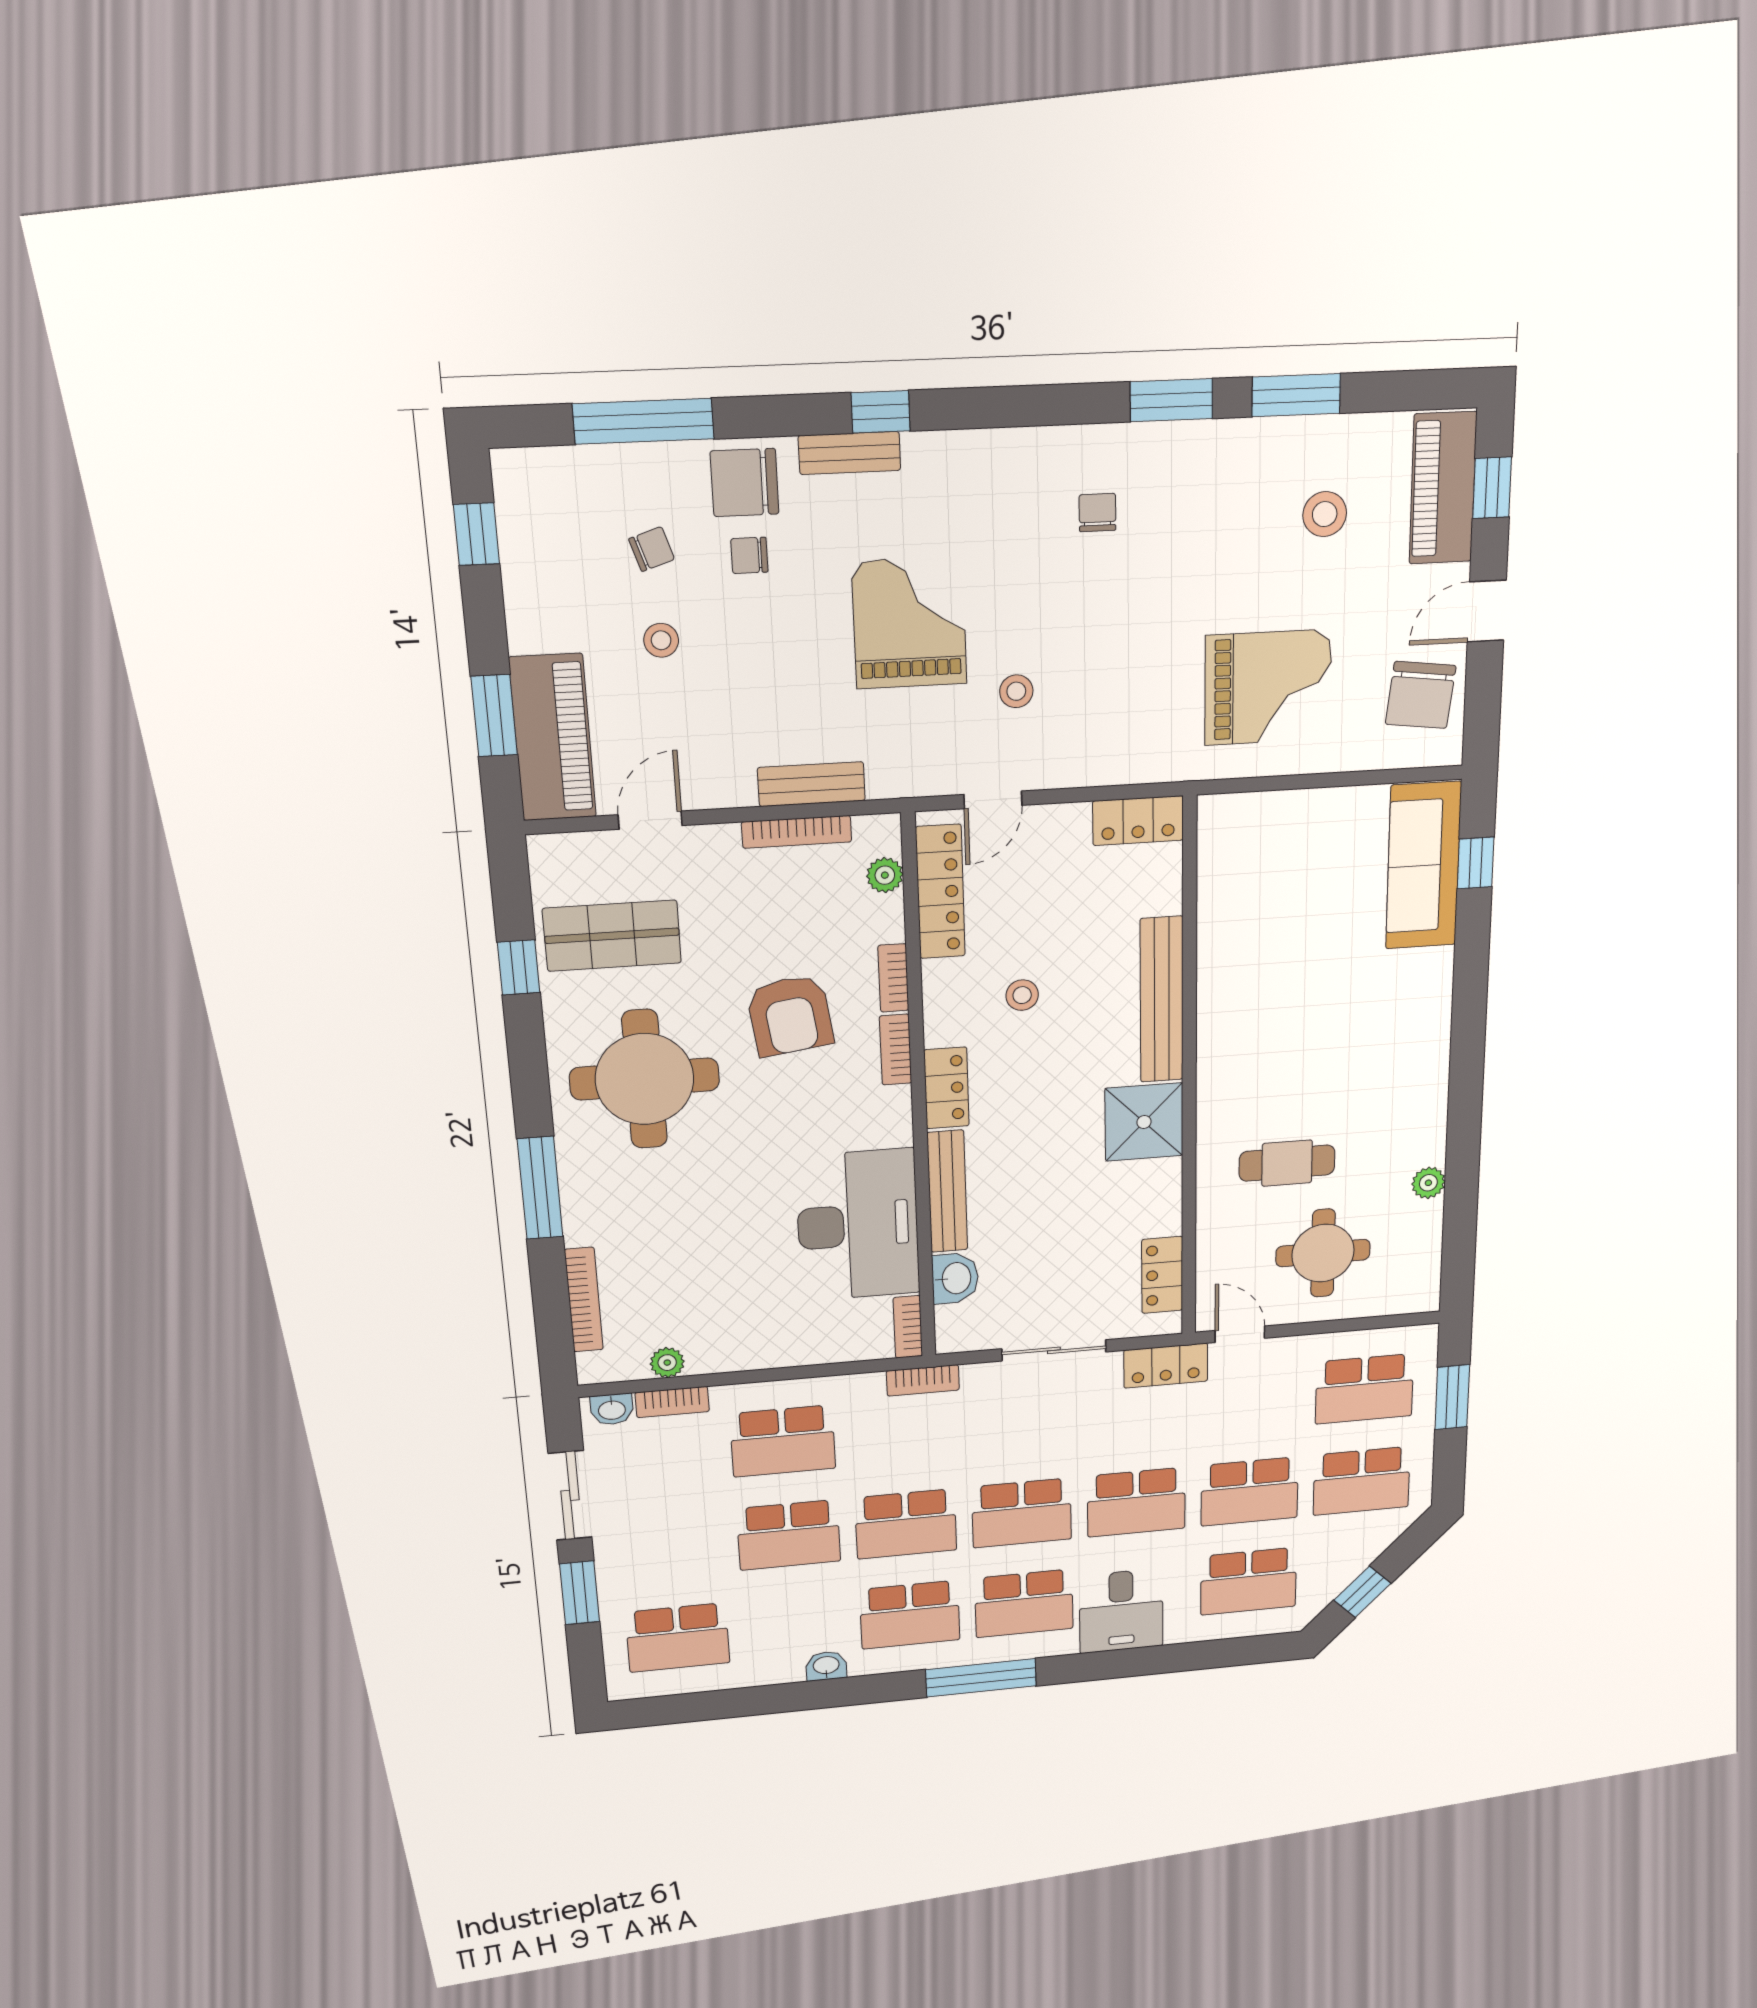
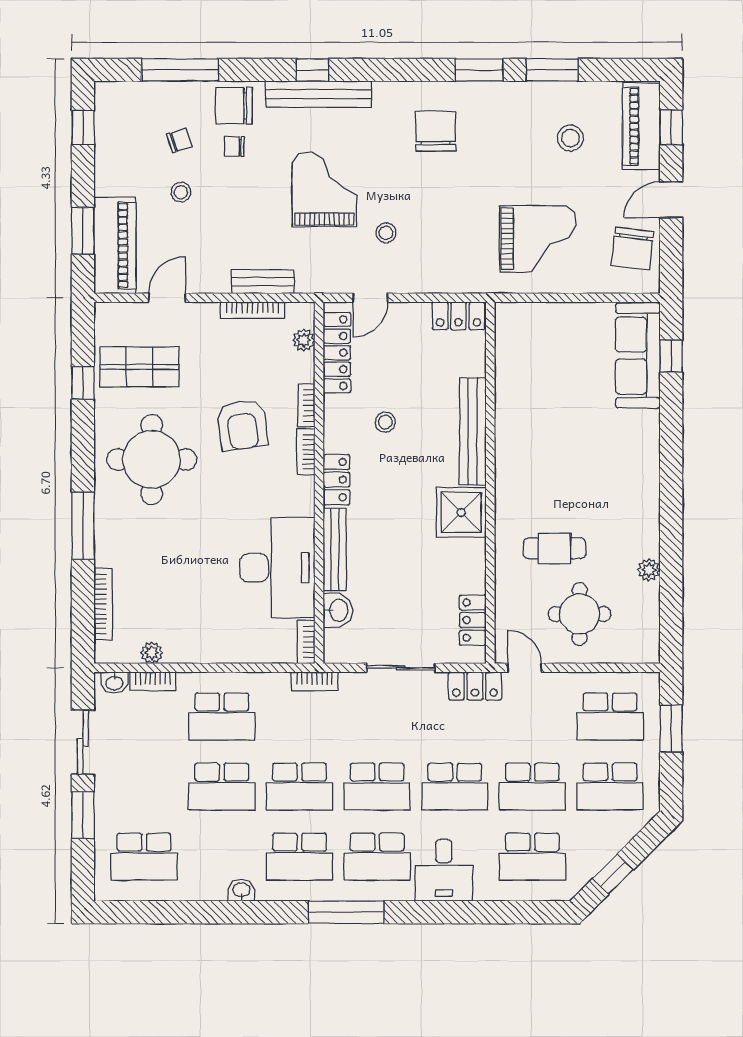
bench: (849, 453) -> (319, 94), width x1.86, depth x1.21
chair: (1098, 513) -> (436, 131), width x1.87, depth x1.87

